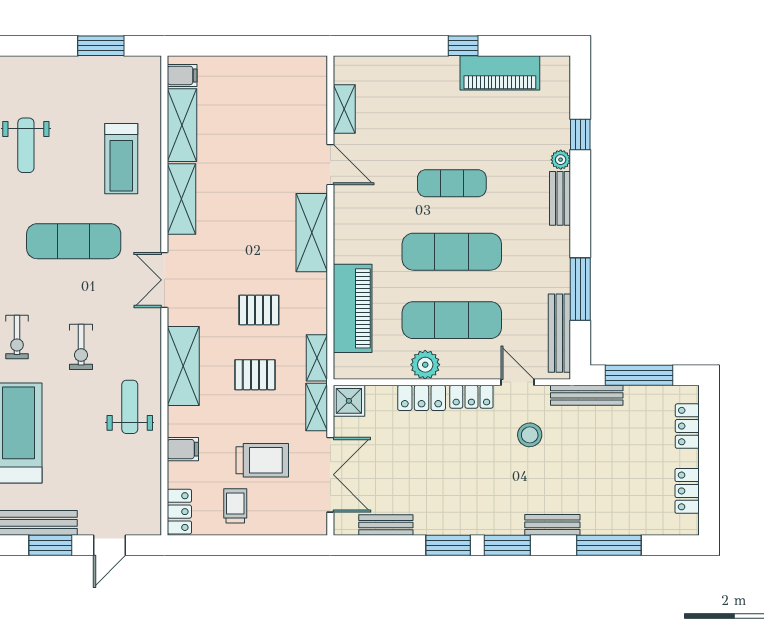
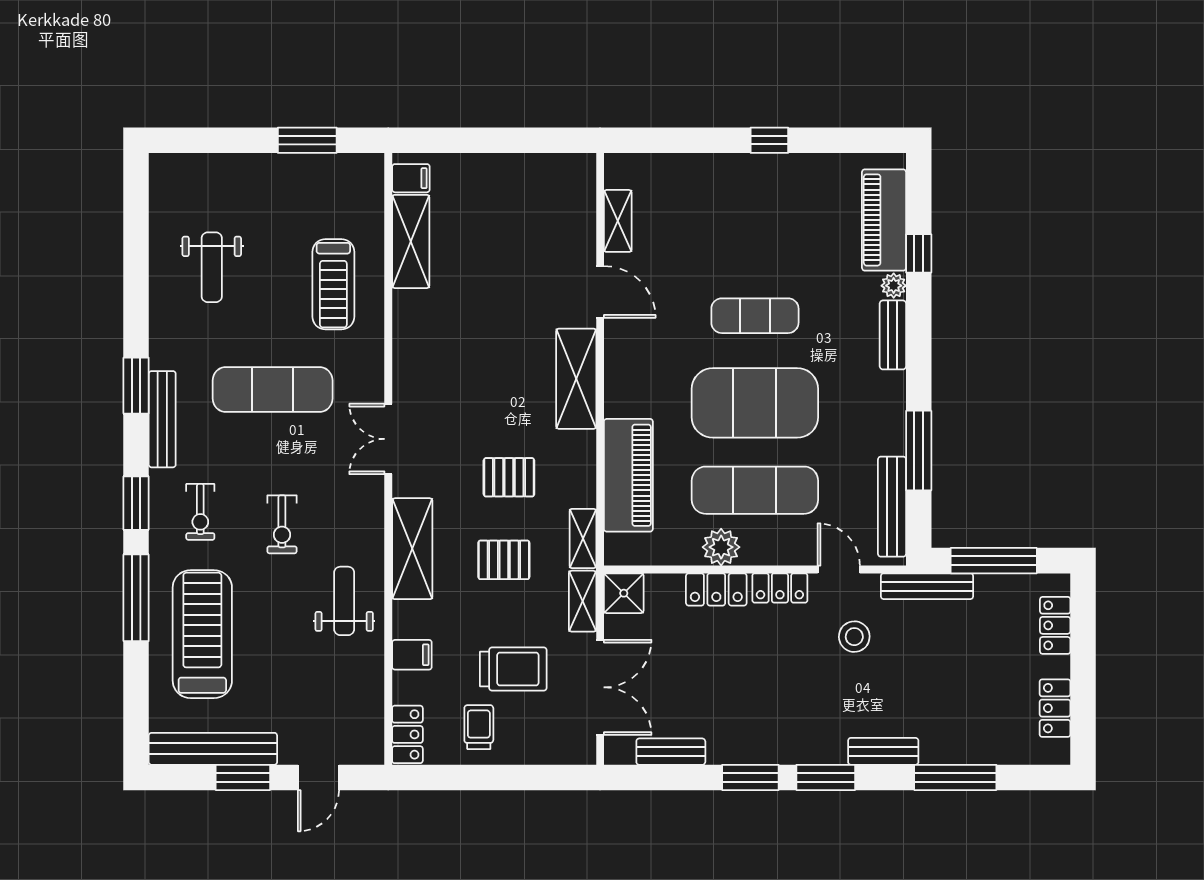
piano: (500, 73) -> (884, 220), moved, turned 90
shelving: (182, 199) -> (410, 336), removed
exercise mat: (452, 252) -> (755, 403), width x1.47

